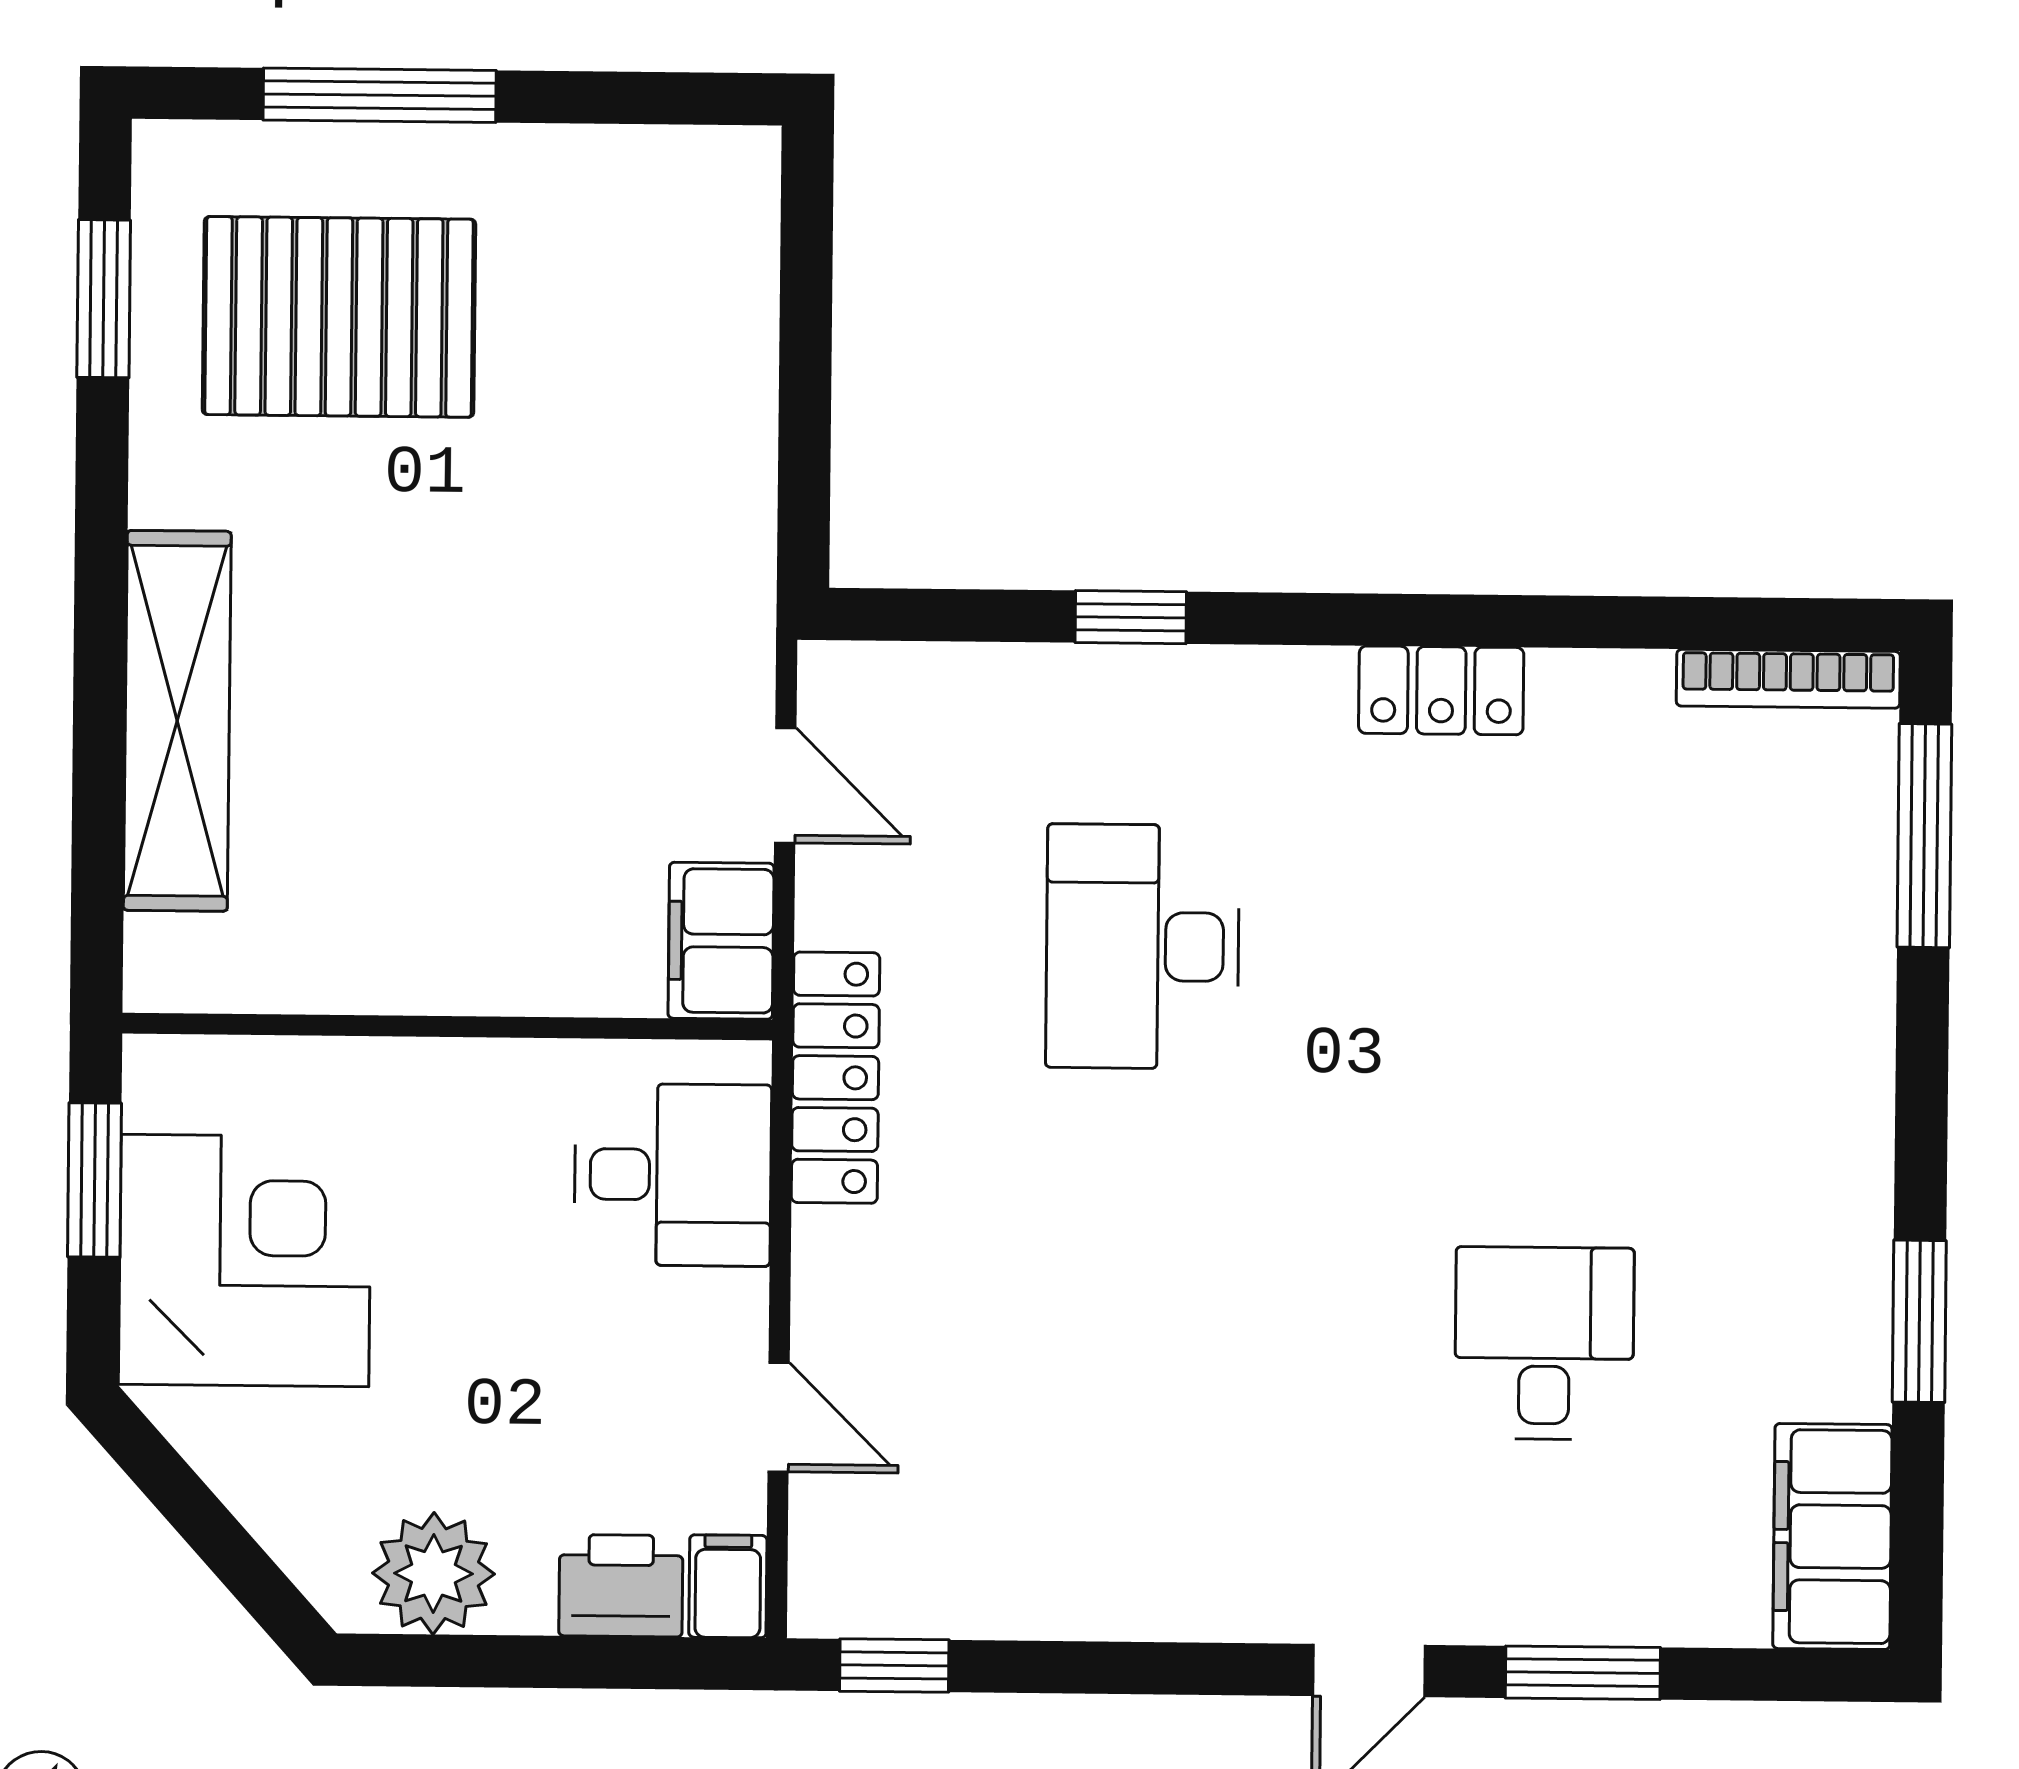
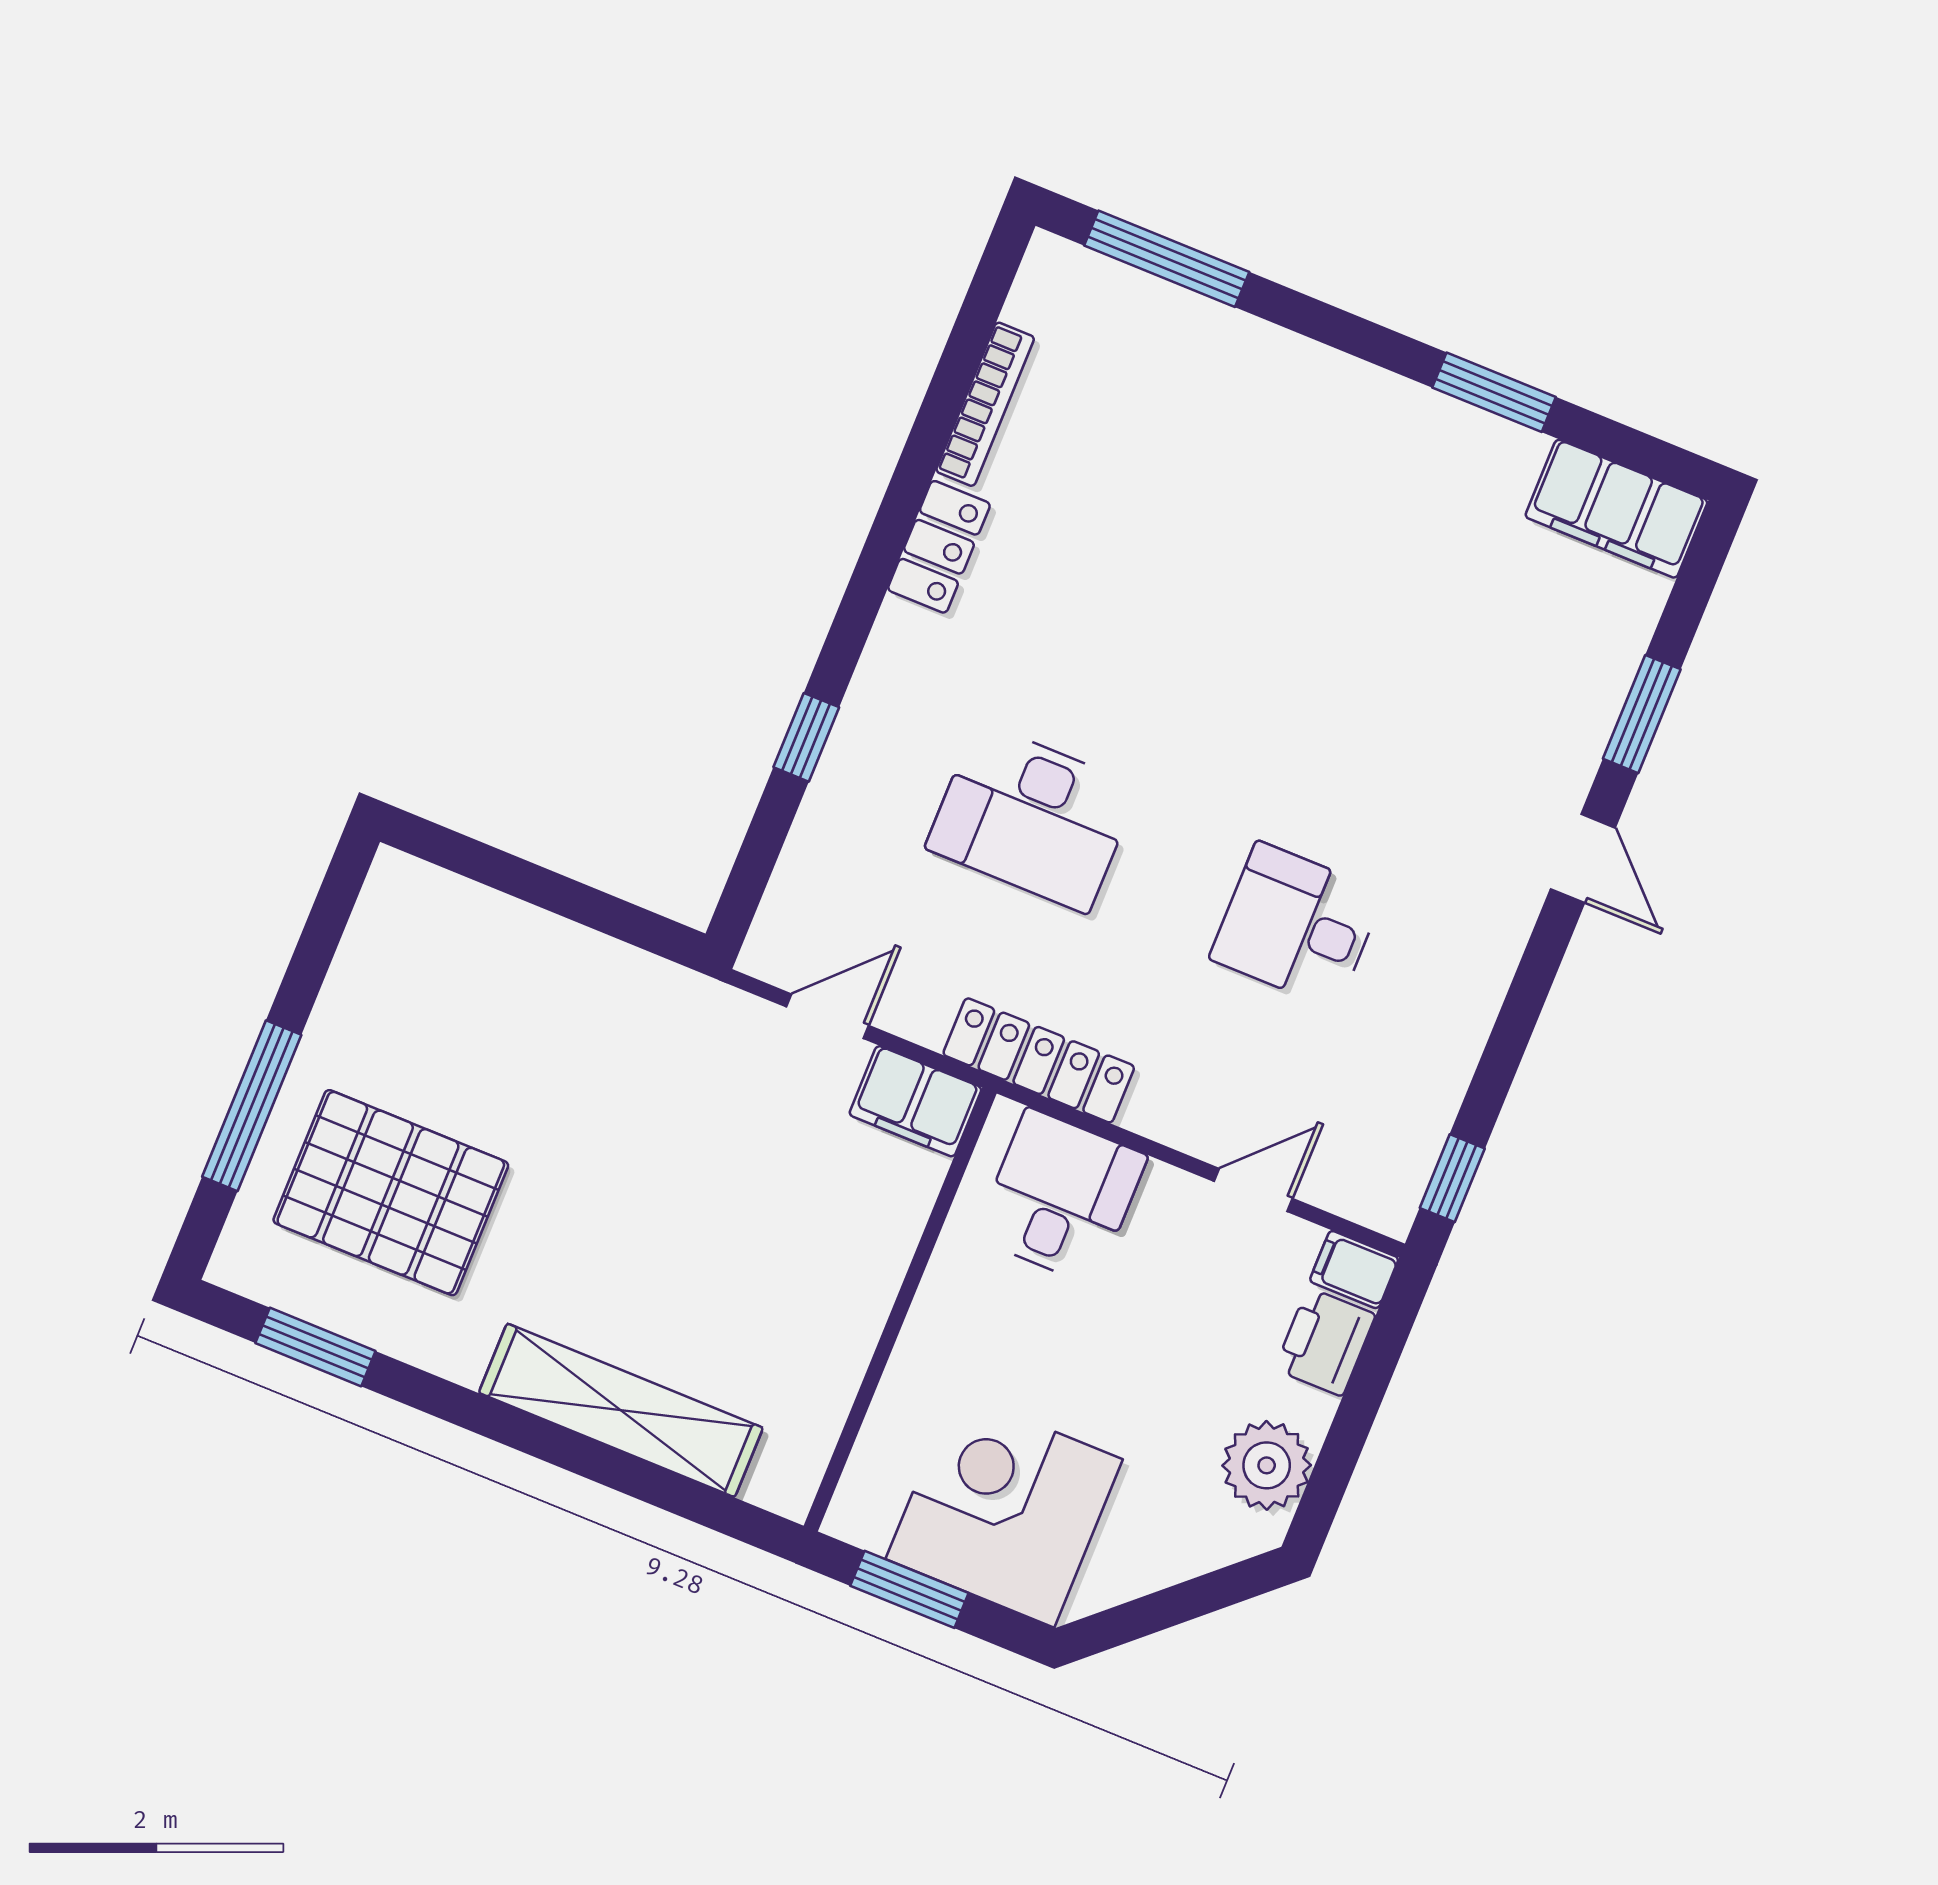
pallet: (339, 317) -> (391, 1193), turned 90
bookcase: (1788, 679) -> (985, 404), moved
desk: (1544, 1343) -> (1297, 925), moved

